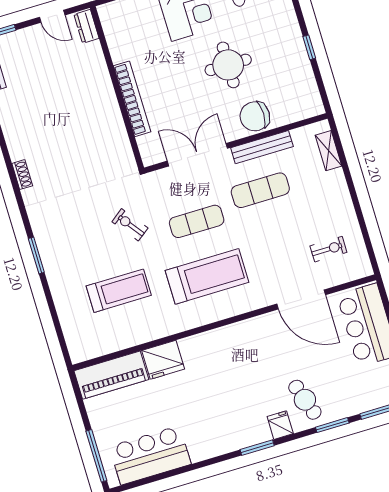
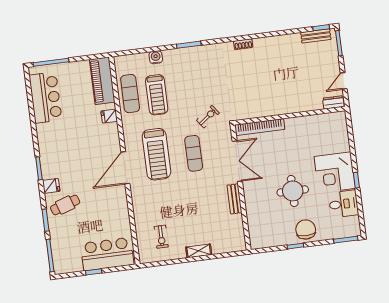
bookcase: (132, 99) -> (260, 127), moved
chair: (255, 116) -> (306, 230), moved
bench: (262, 147) -> (234, 199), width x0.73
shelving: (328, 151) -> (199, 251), moved
exercise mat: (260, 190) -> (130, 94), moved
exercise bike: (130, 225) -> (208, 117), moved
door: (301, 299) -> (125, 168), moved
water cooler: (63, 301) -> (156, 57), added
fridge: (163, 360) -> (109, 116), width x0.53, depth x0.75

